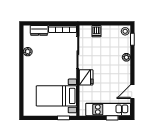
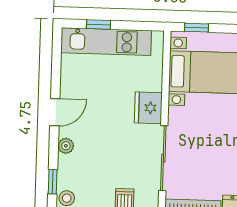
door: (132, 92) -> (55, 112), moved

